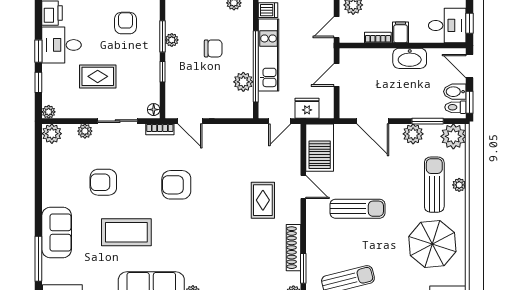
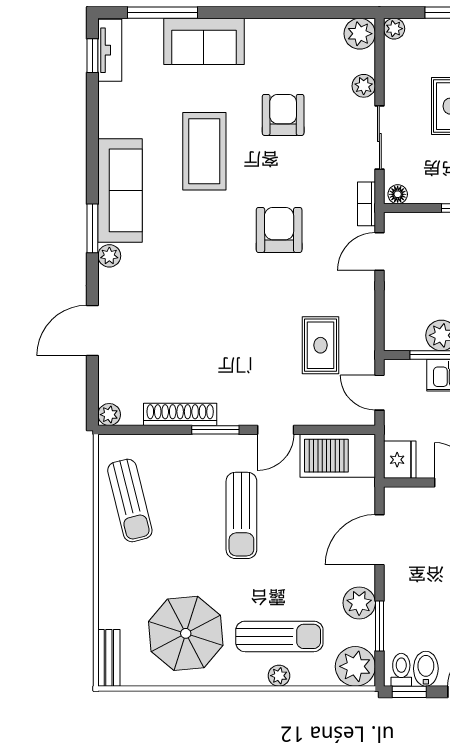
fridge: (307, 108) -> (400, 460), moved
rug: (263, 200) -> (320, 345), moved, turned 90
window: (303, 268) -> (215, 430), moved

